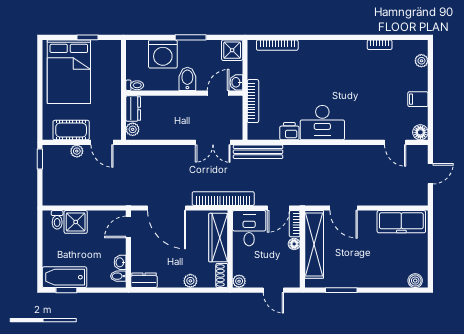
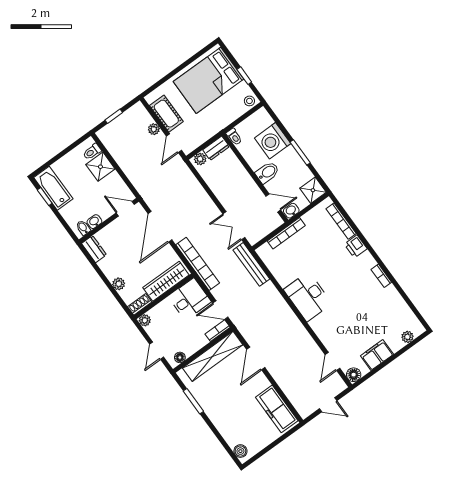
bookcase: (380, 45) -> (381, 276), moved
stool: (113, 49) -> (249, 101), added
filing cabinet: (418, 99) -> (377, 355), width x2.00
printer: (289, 131) -> (356, 246), moved, turned 180
window: (40, 159) -> (114, 116), moved
floor lamp: (294, 244) -> (180, 357), moved

